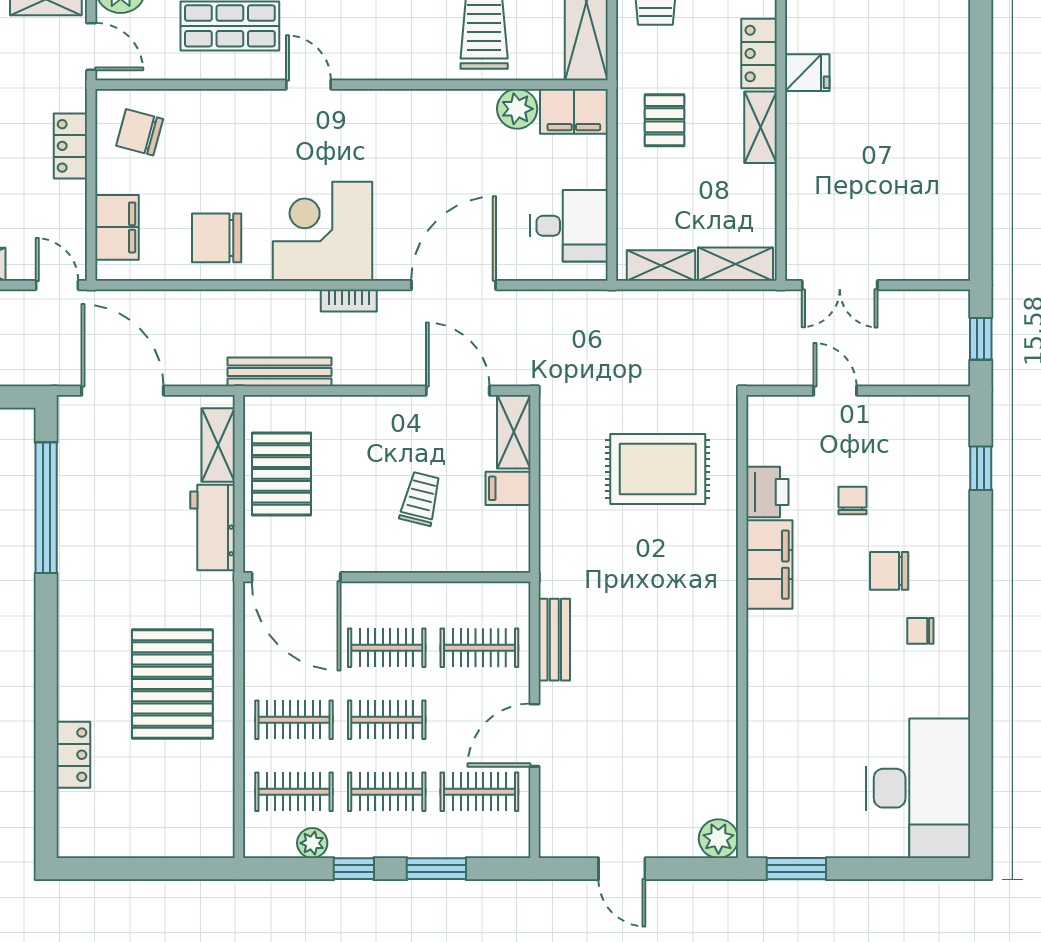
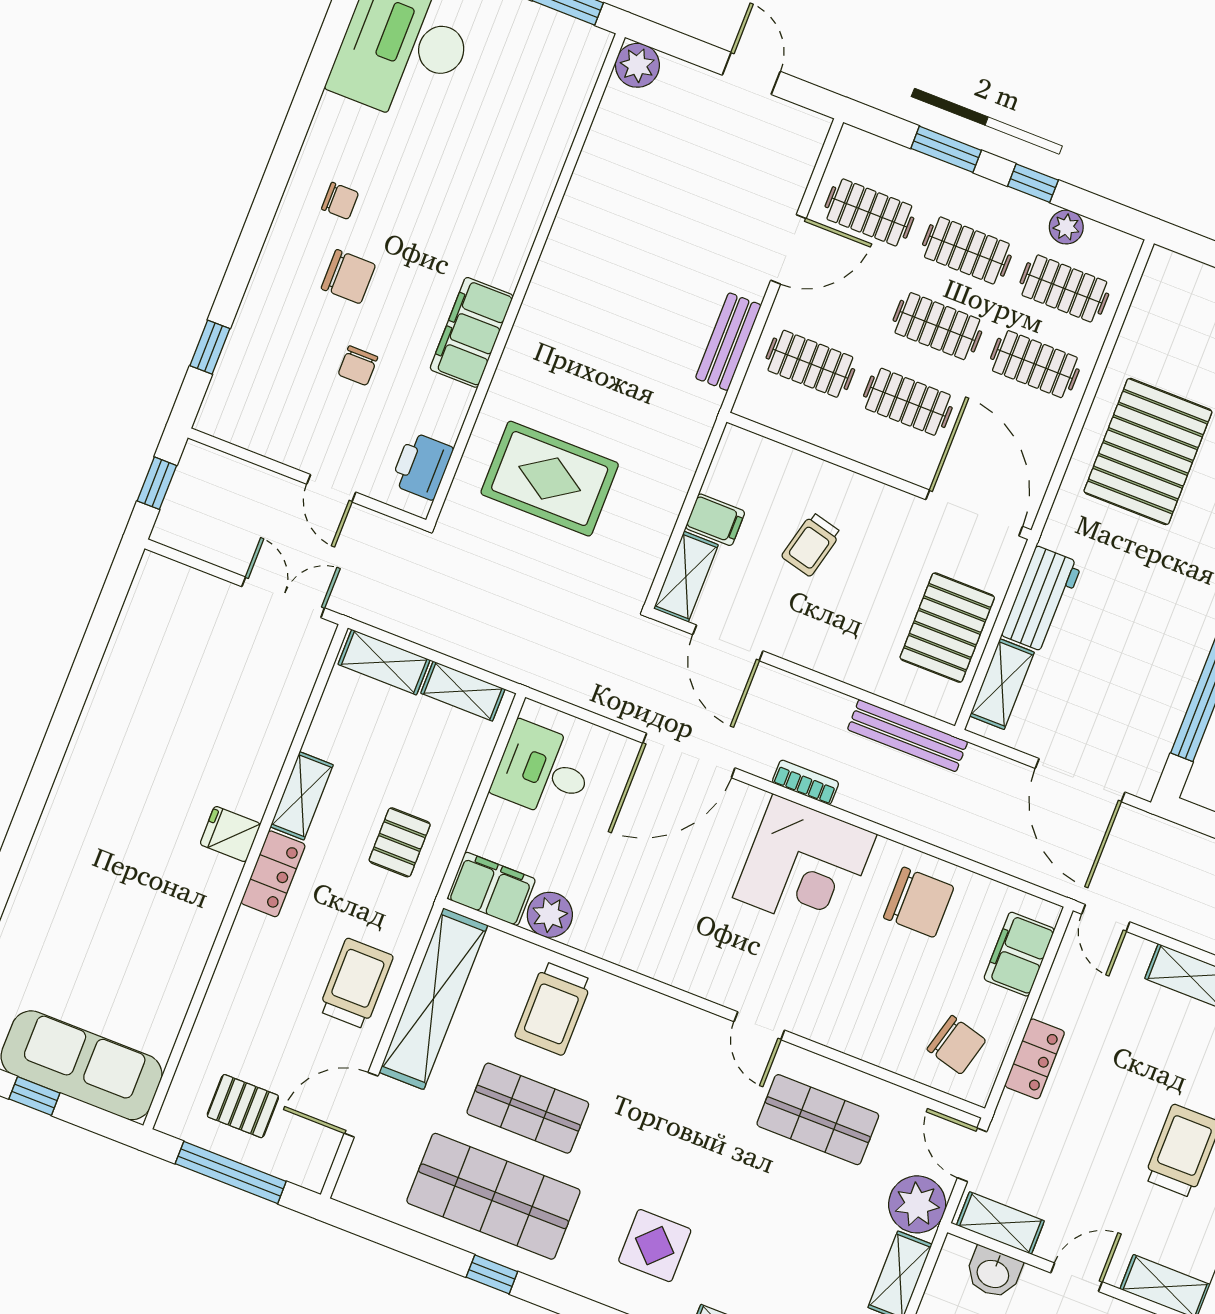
printer: (767, 492) -> (422, 466), moved

